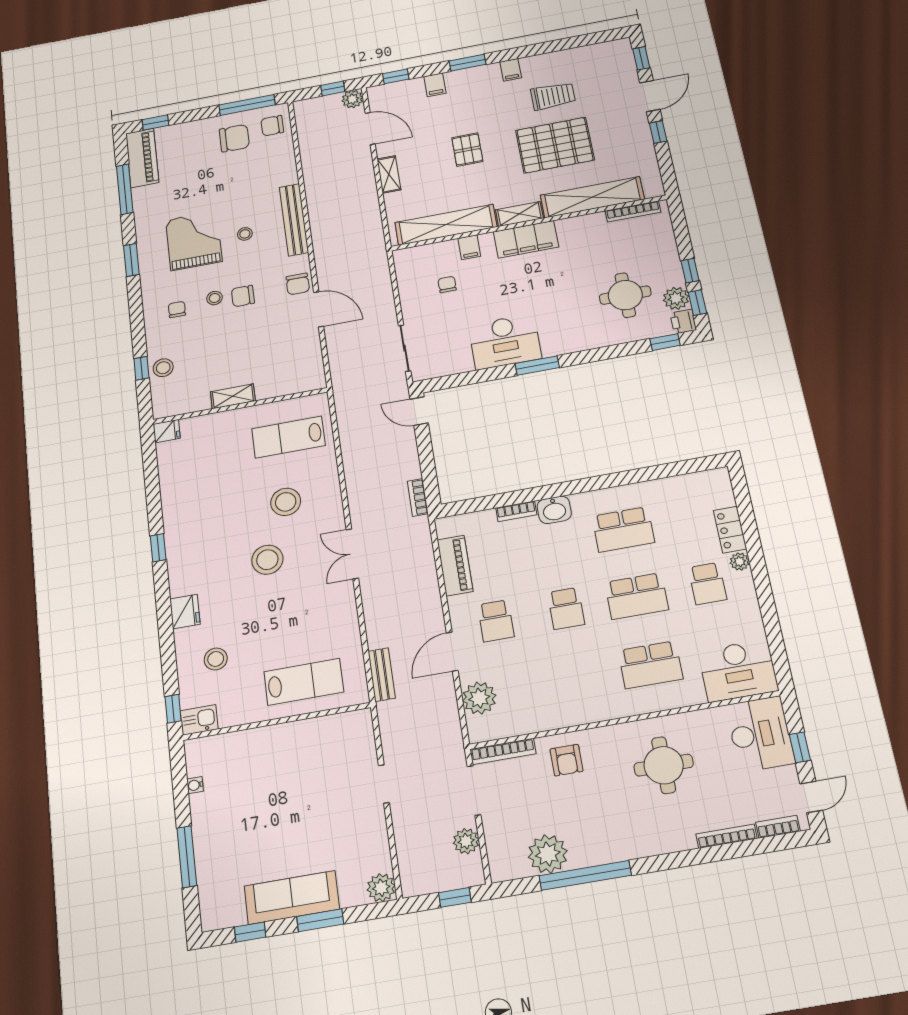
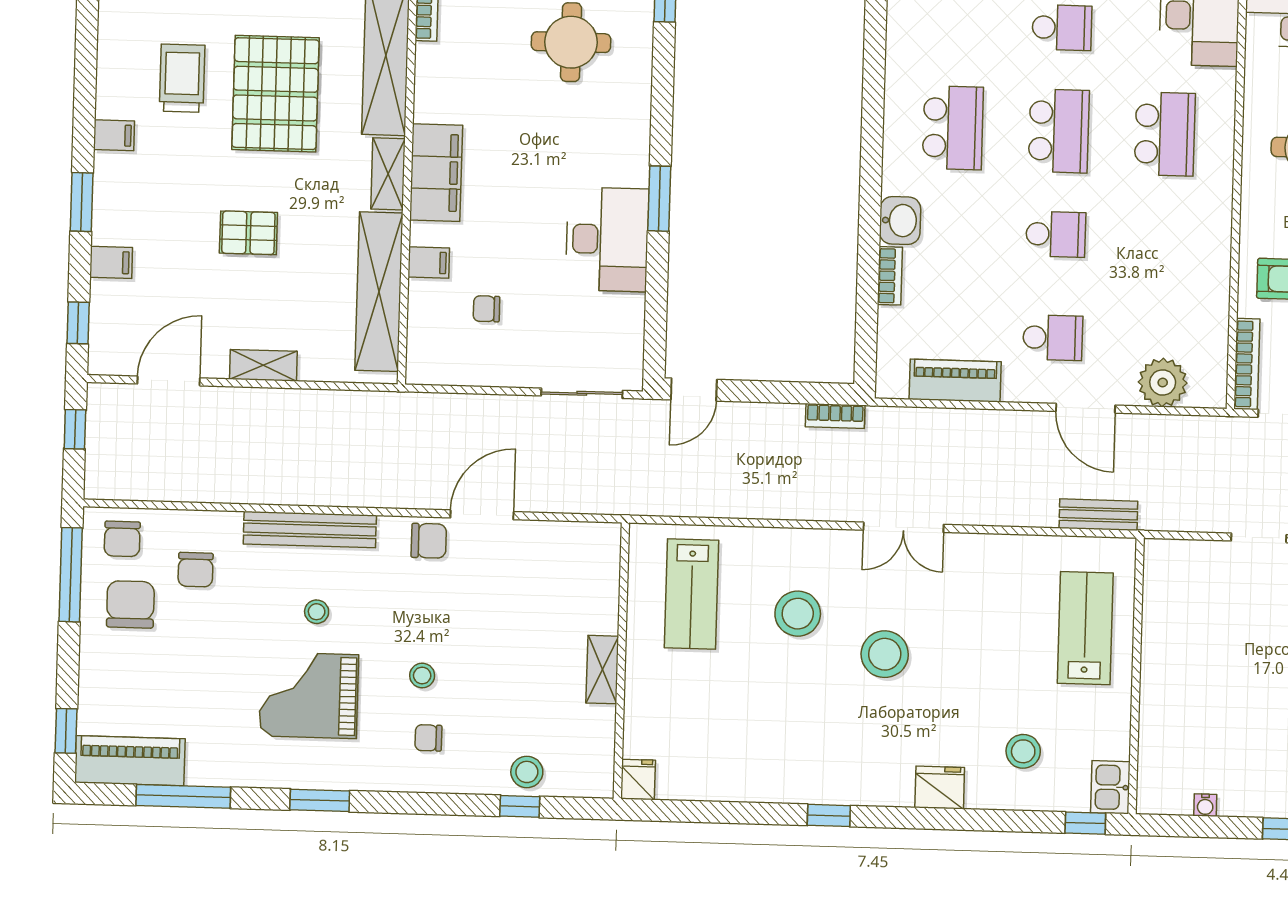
plant: (352, 99) -> (104, 400), removed
chair: (243, 296) -> (196, 570), moved

